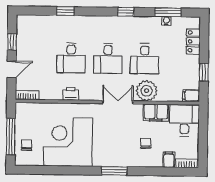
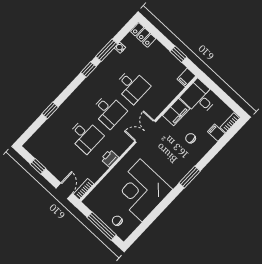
window: (168, 12) -> (107, 50), moved
locker: (193, 41) -> (143, 35), moved
door: (12, 69) -> (64, 191), moved
plant: (147, 91) -> (155, 105), removed

